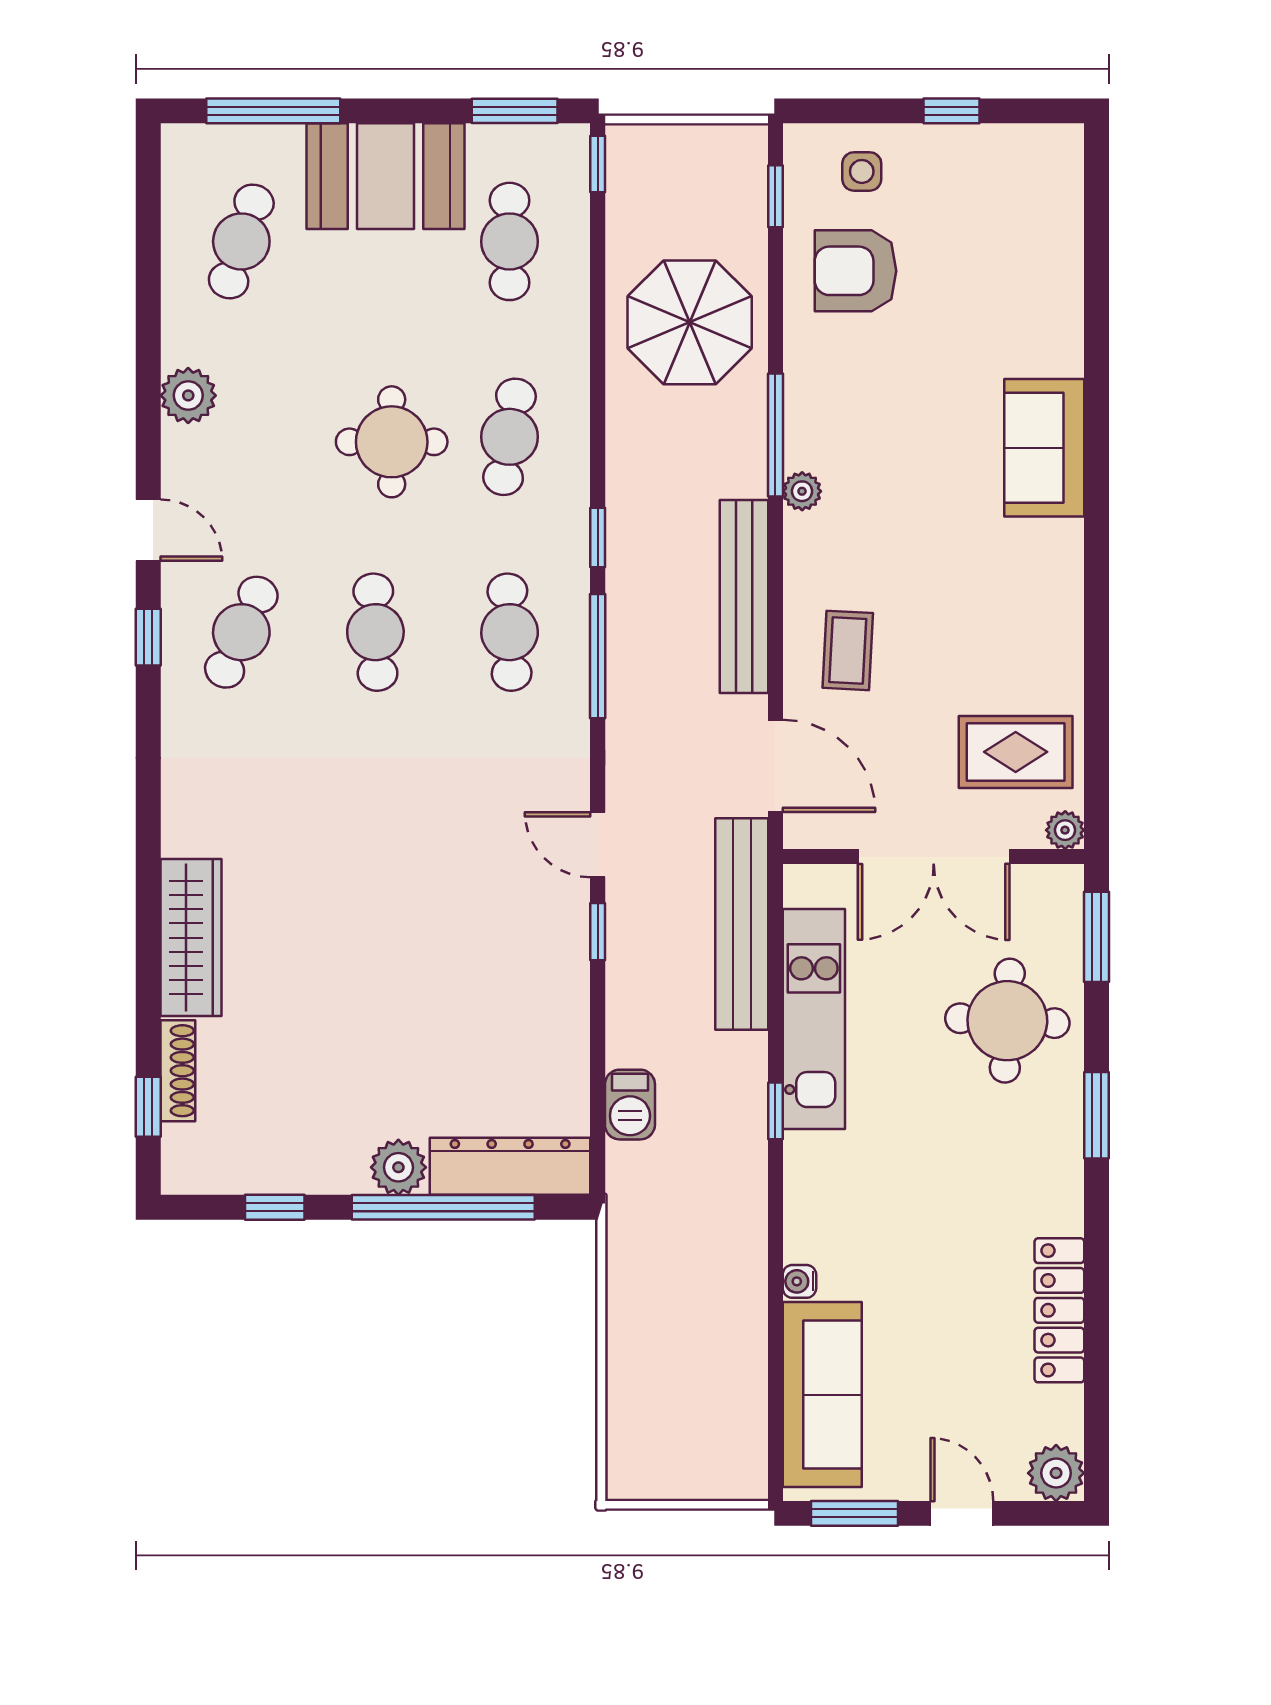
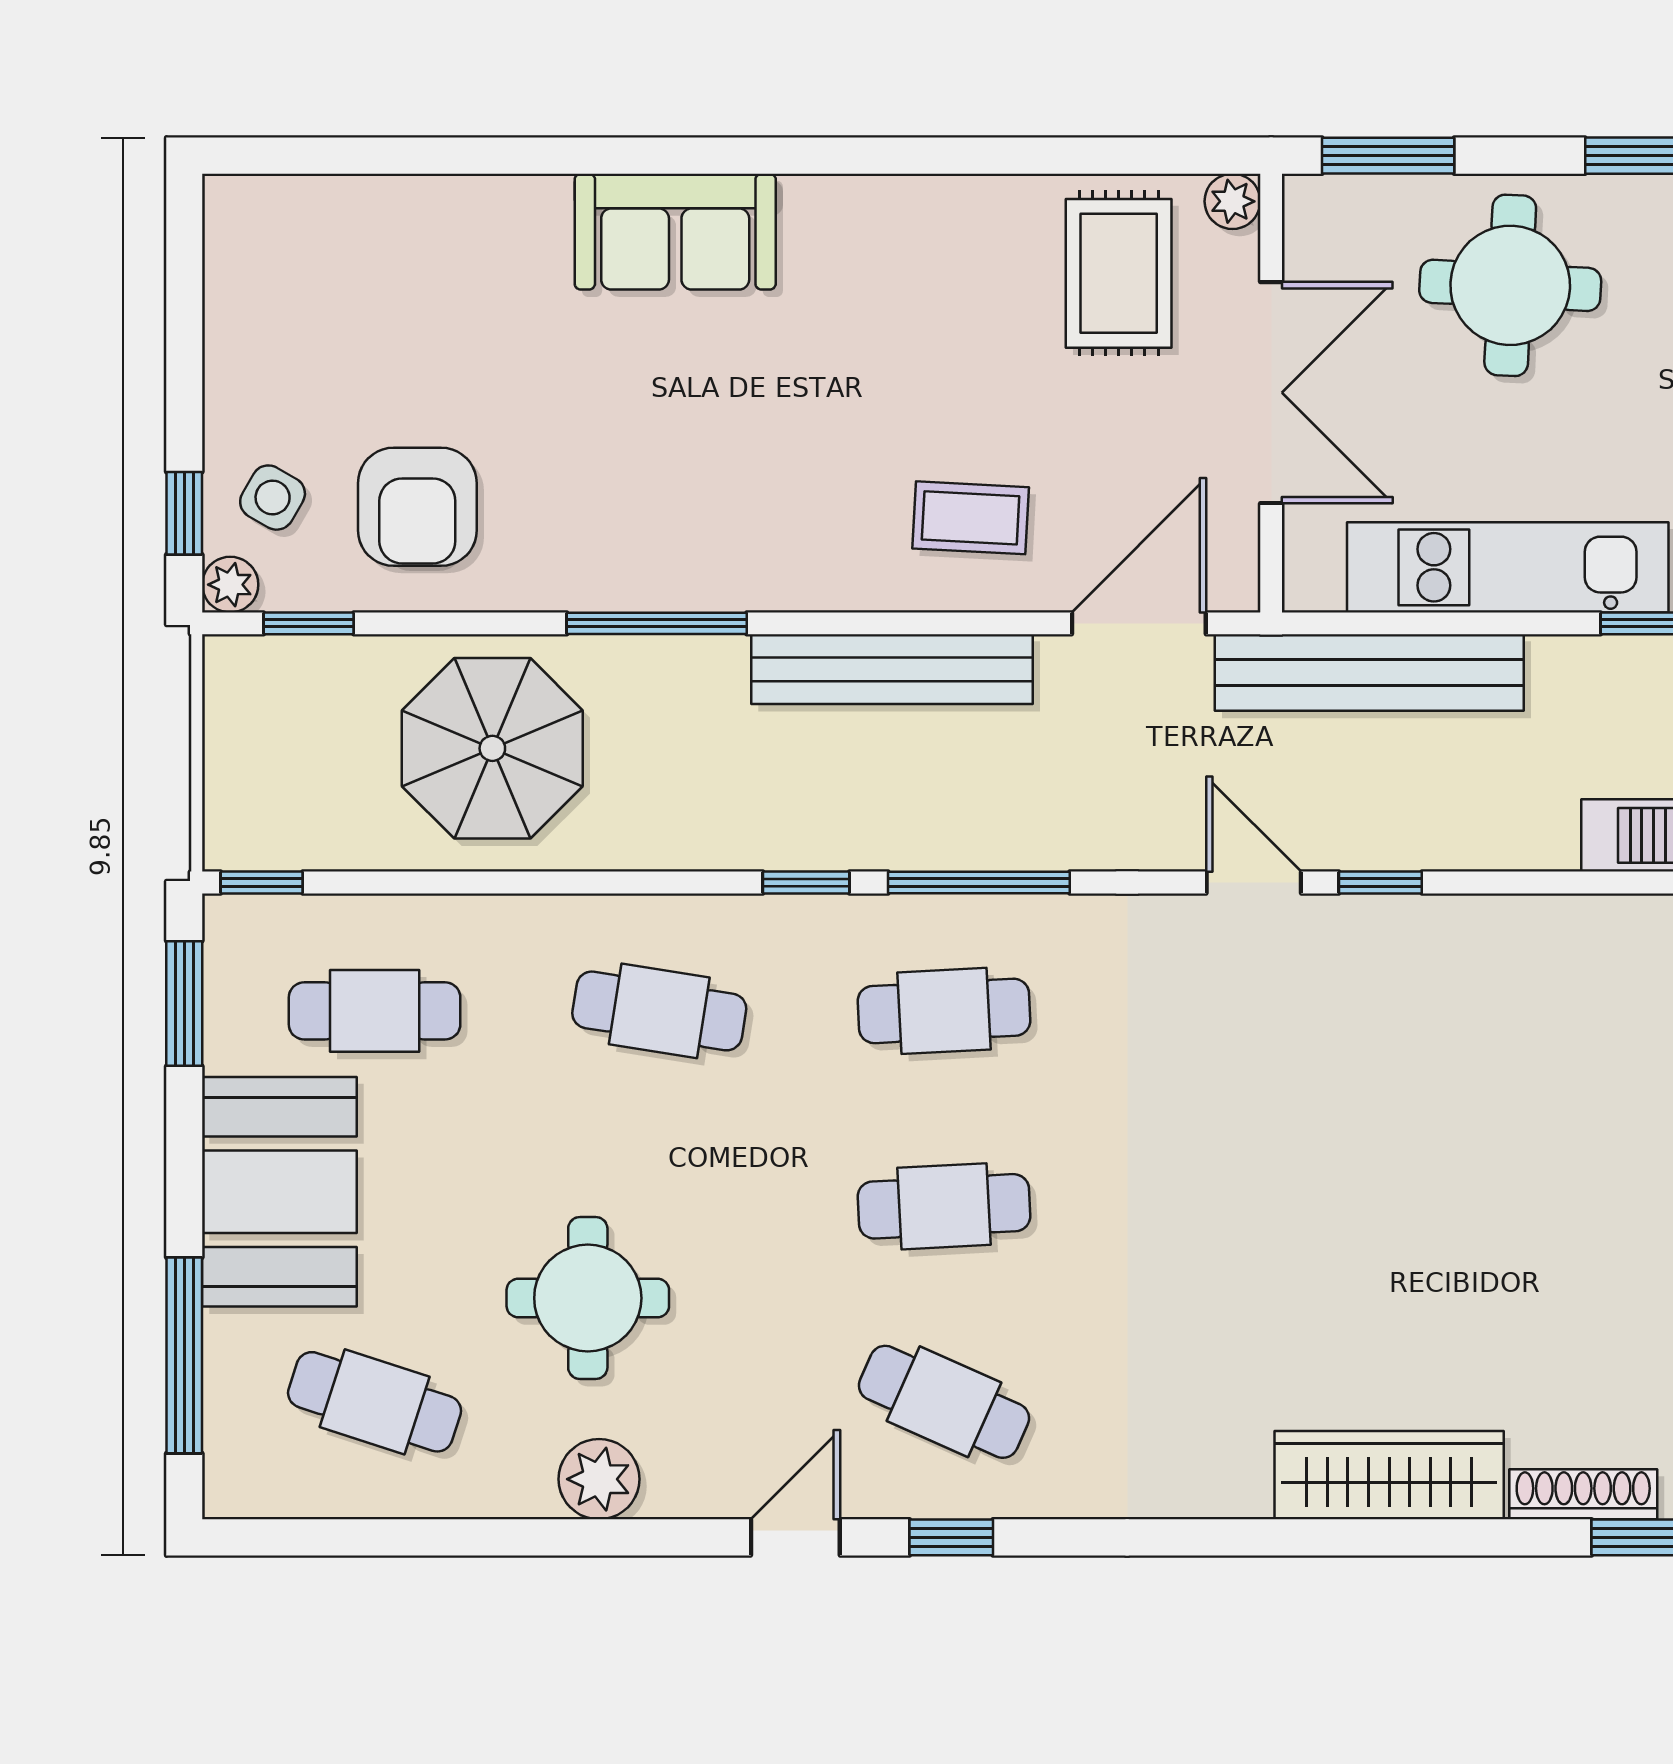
window: (952, 111) -> (184, 513), moved
side table: (862, 171) -> (273, 498), turned 30
round table: (392, 442) -> (588, 1298), moved
plant: (802, 491) -> (230, 585), moved
door: (598, 845) -> (1254, 882), swing flipped

